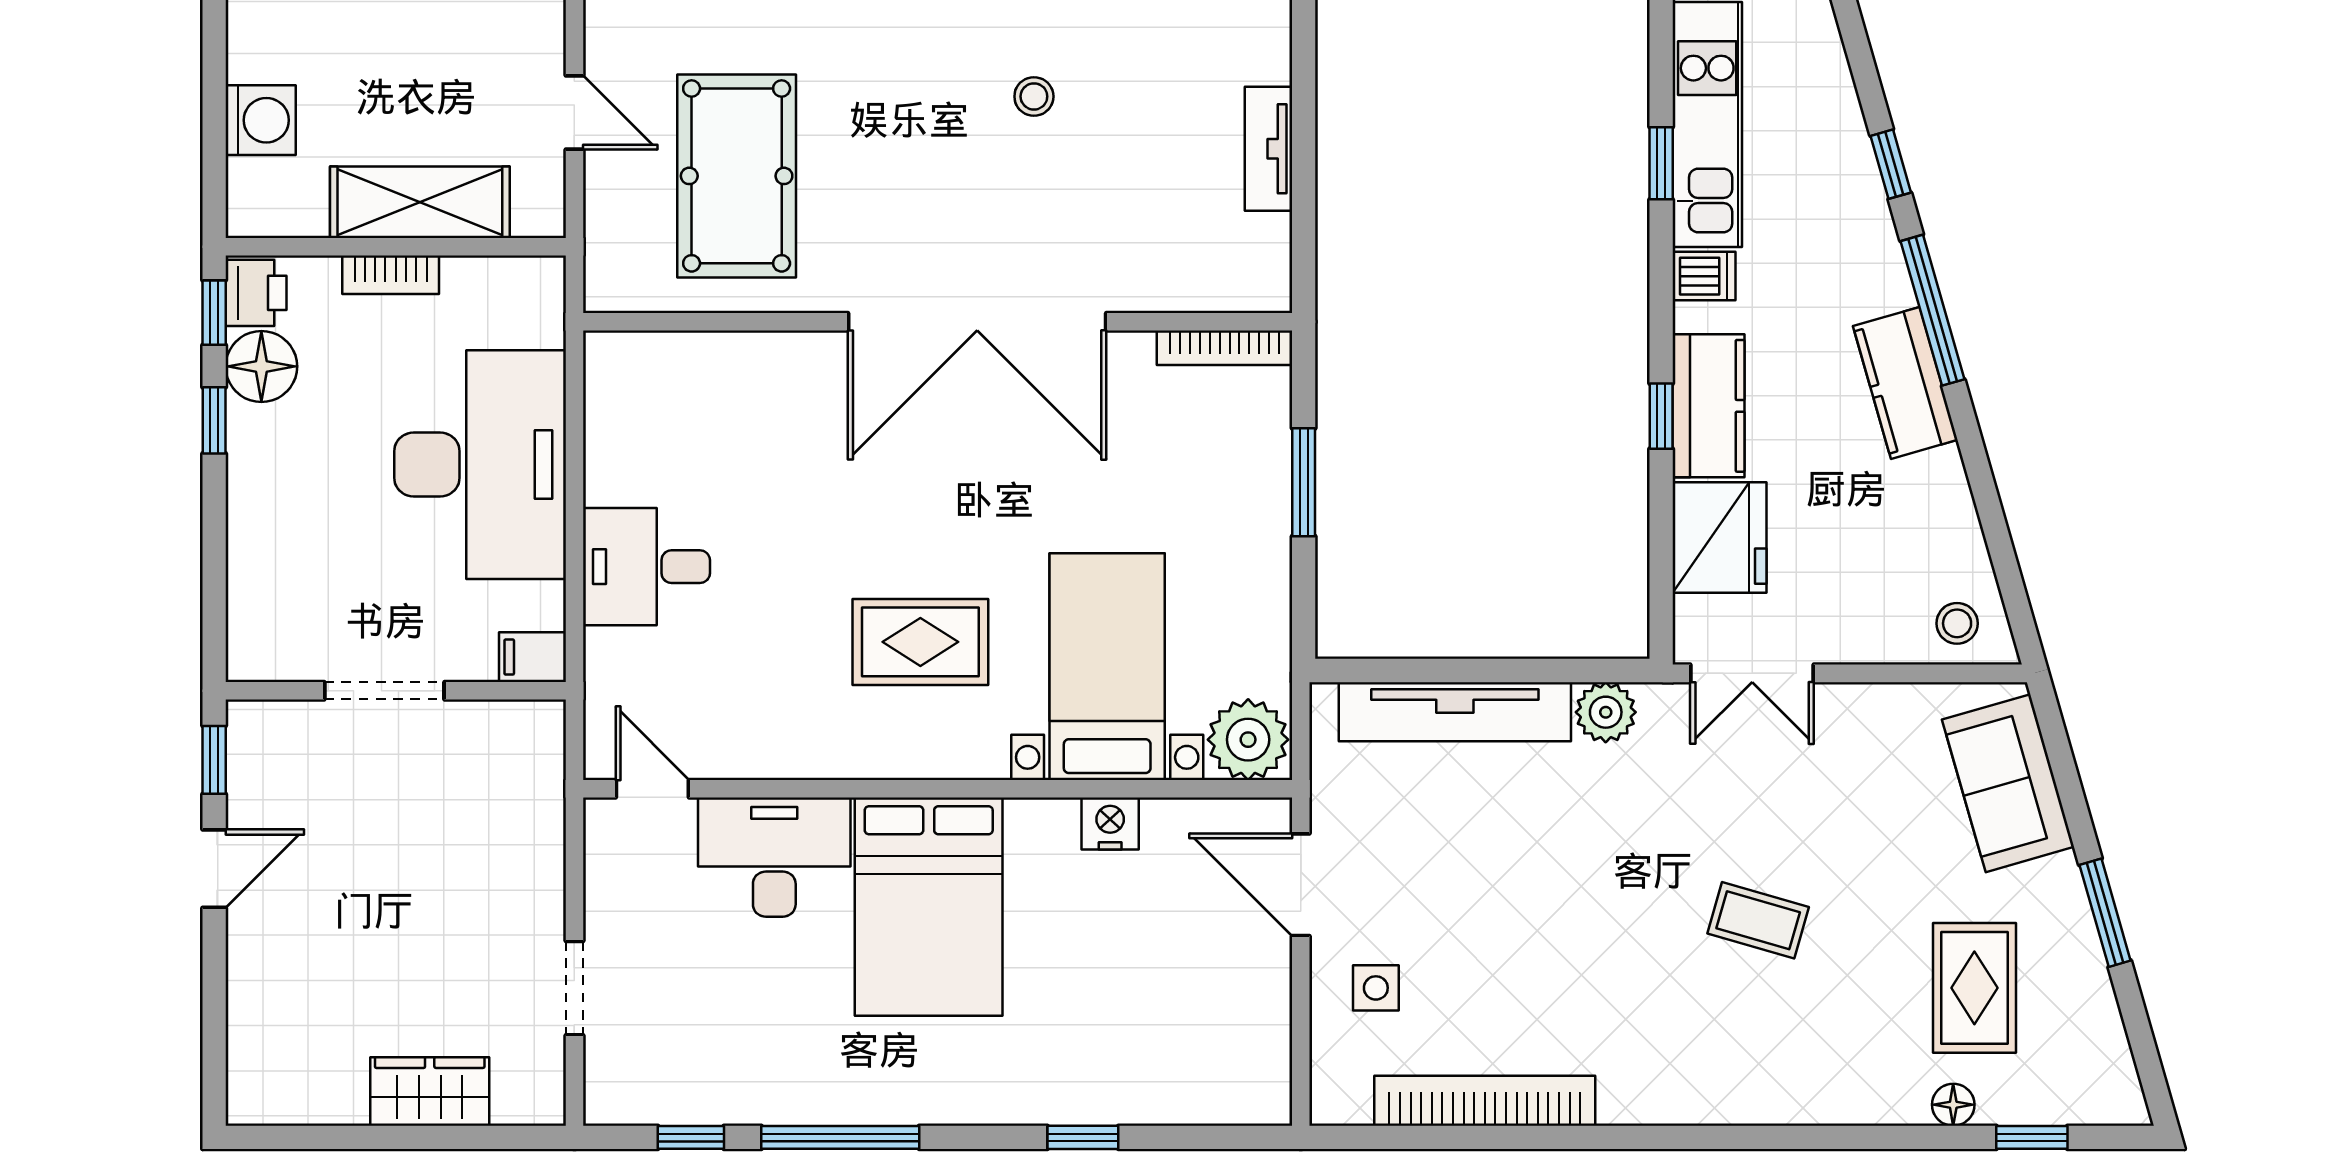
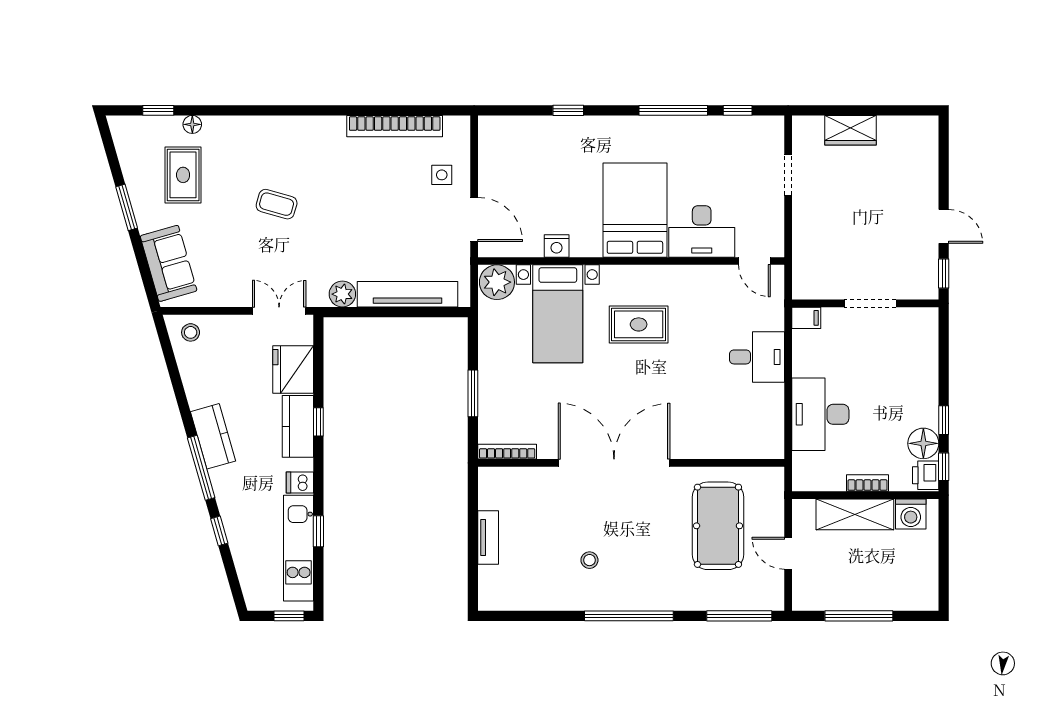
washing machine: (261, 120) -> (911, 514), moved, turned -90
desk: (480, 465) -> (820, 414), width x0.73, depth x0.77
door: (214, 869) -> (944, 226), swing flipped

